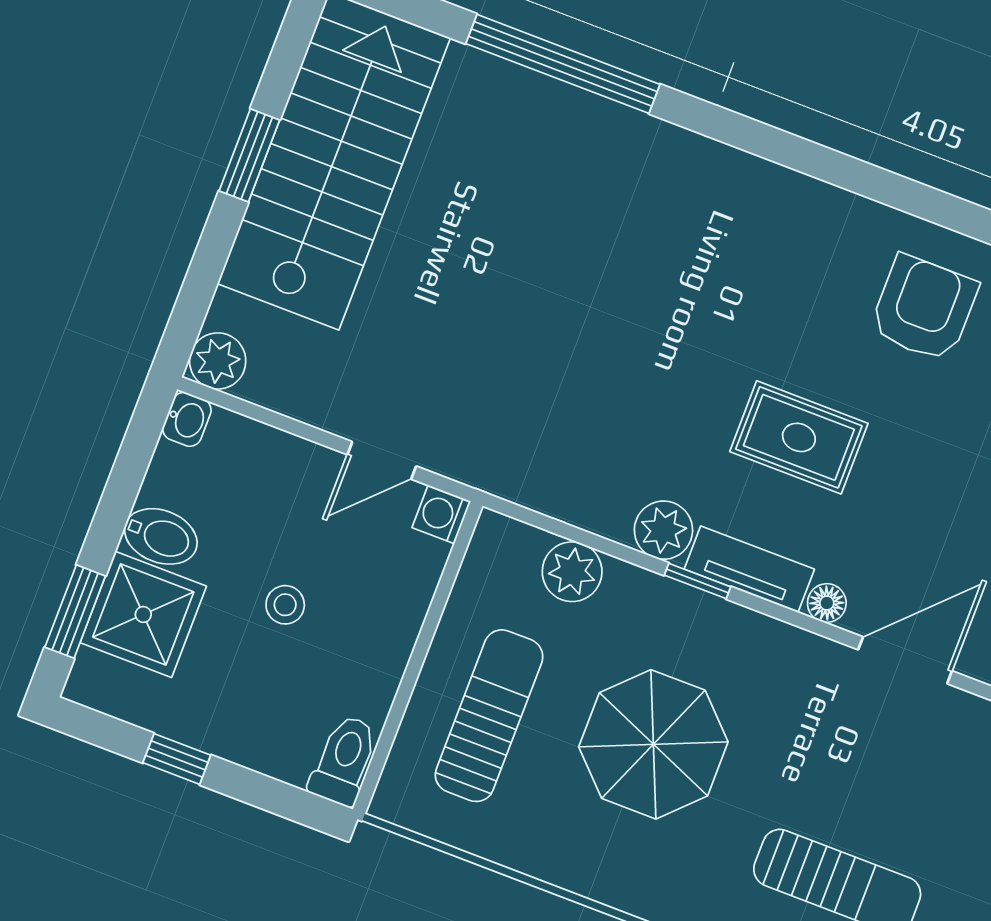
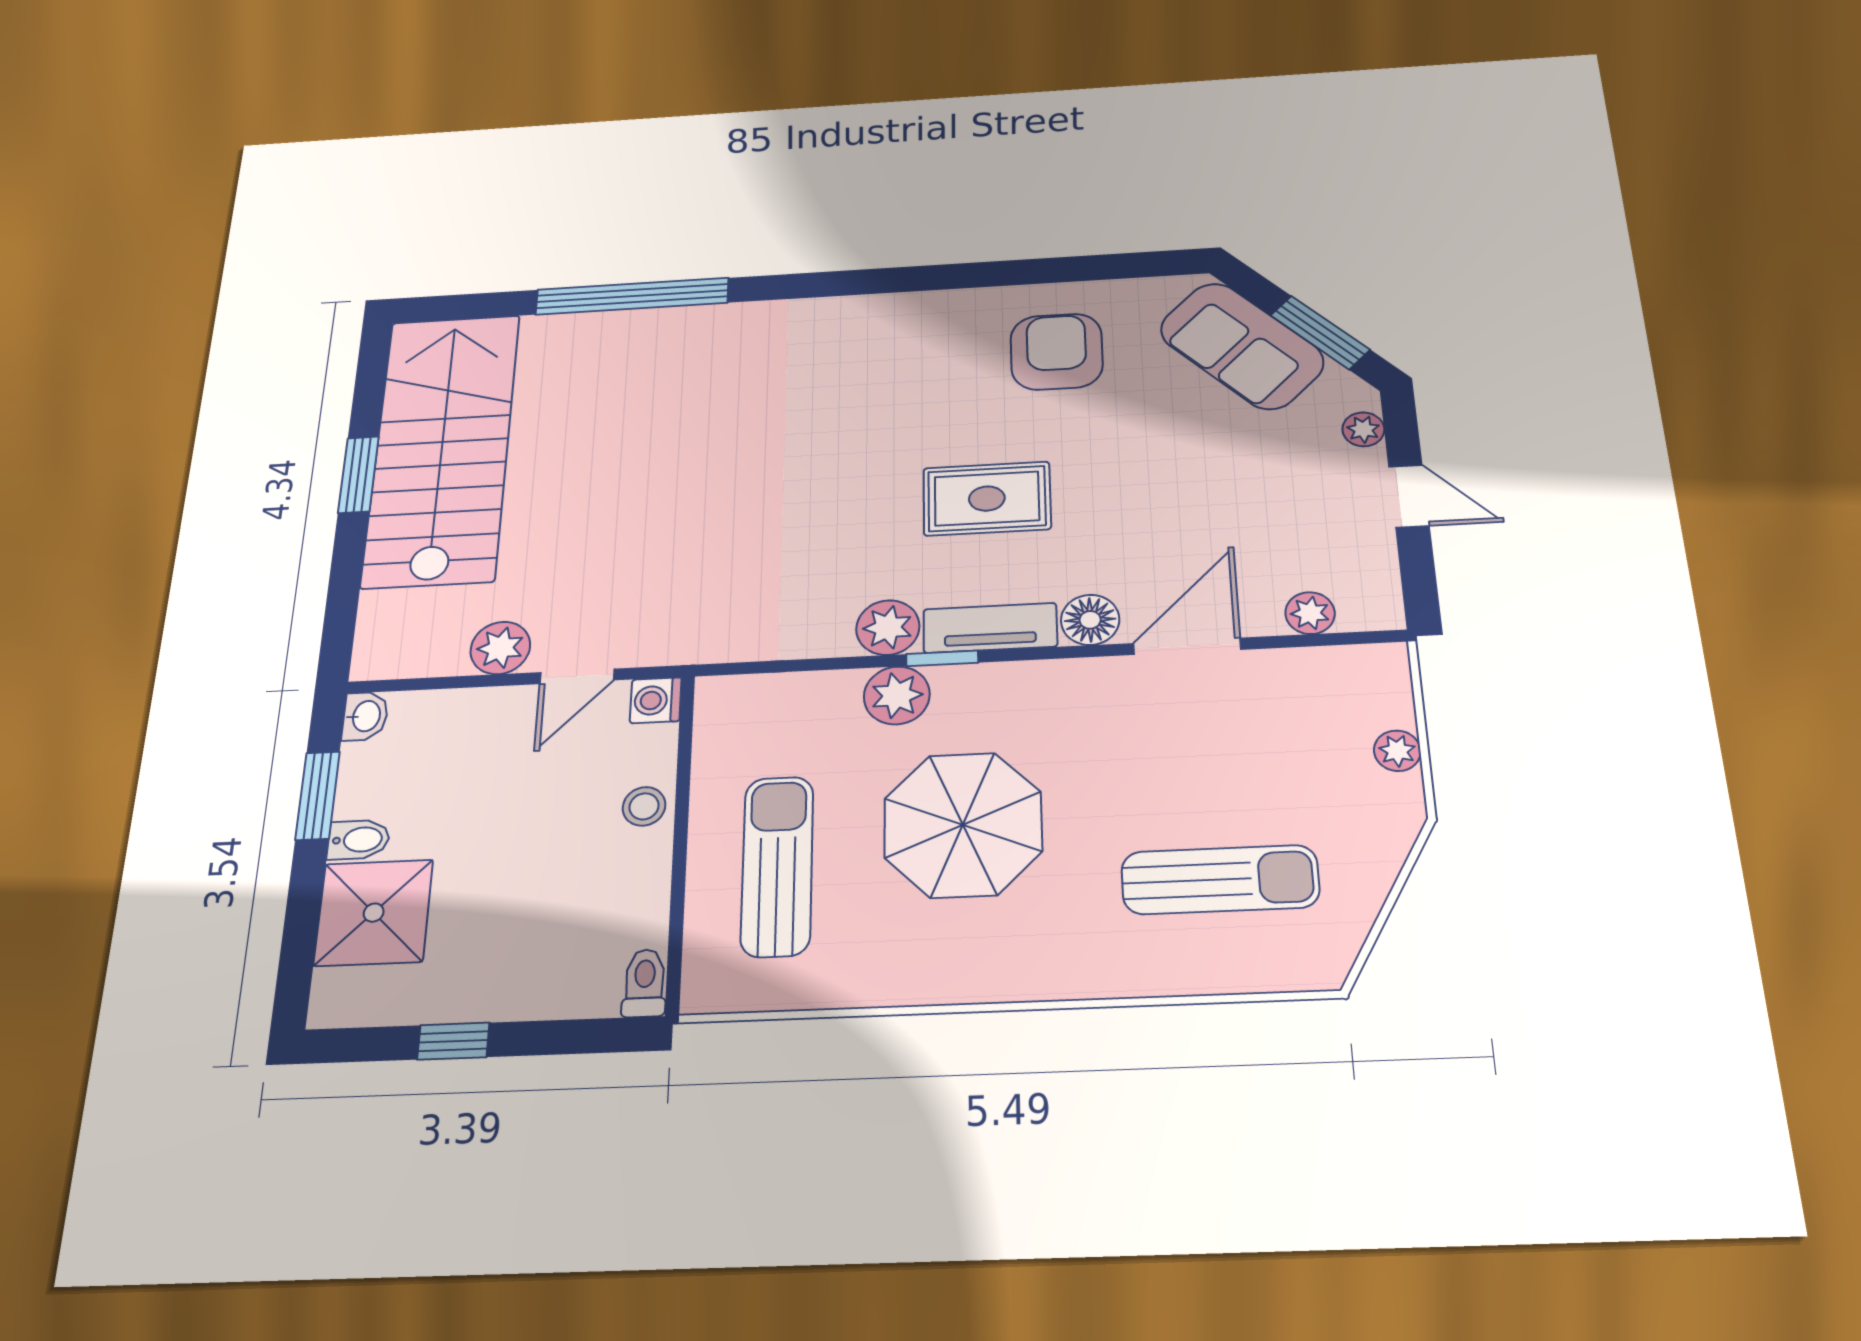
plant: (218, 361) -> (500, 648), moved
bidet: (161, 536) -> (359, 840), width x0.72, depth x0.74
plant: (572, 572) -> (897, 695), moved
floor lamp: (827, 603) -> (1090, 620), width x1.37, depth x1.37
stool: (285, 605) -> (644, 806), moved
window: (75, 612) -> (318, 796), moved
toilet: (344, 760) -> (645, 983), width x0.73, depth x0.72

